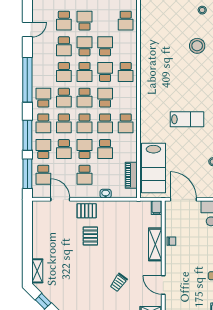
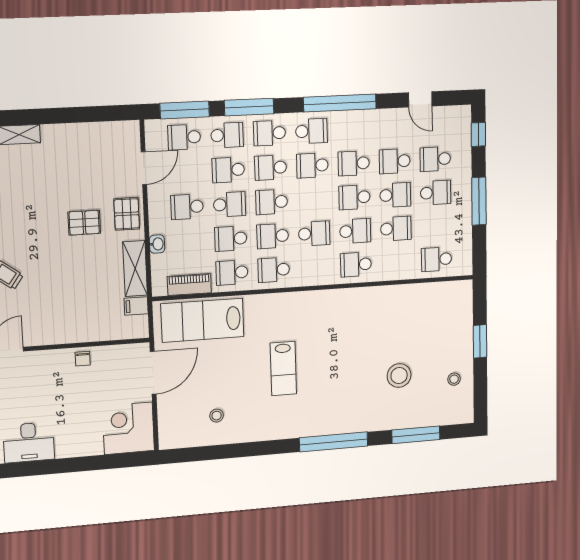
school desk: (84, 98) -> (232, 273), moved
filing cabinet: (157, 208) -> (136, 306), moved
shelving: (155, 244) -> (135, 268), moved, turned 90

